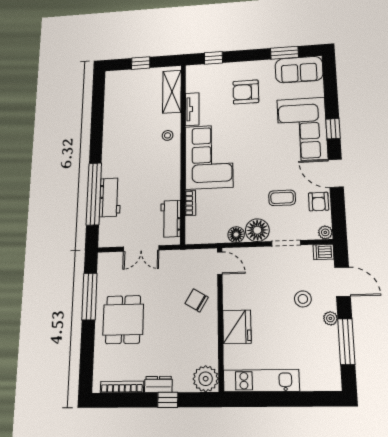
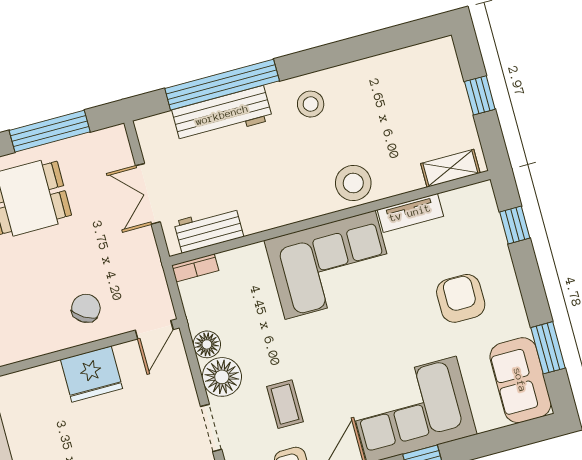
shelving: (172, 92) -> (450, 168), width x0.67, depth x0.75
stool: (168, 135) -> (353, 183), width x1.89, depth x1.89
stool: (119, 149) -> (311, 104), added
workbench: (110, 197) -> (222, 115), width x1.38
bookcase: (190, 203) -> (195, 268), moved
fridge: (237, 327) -> (92, 374), moved

